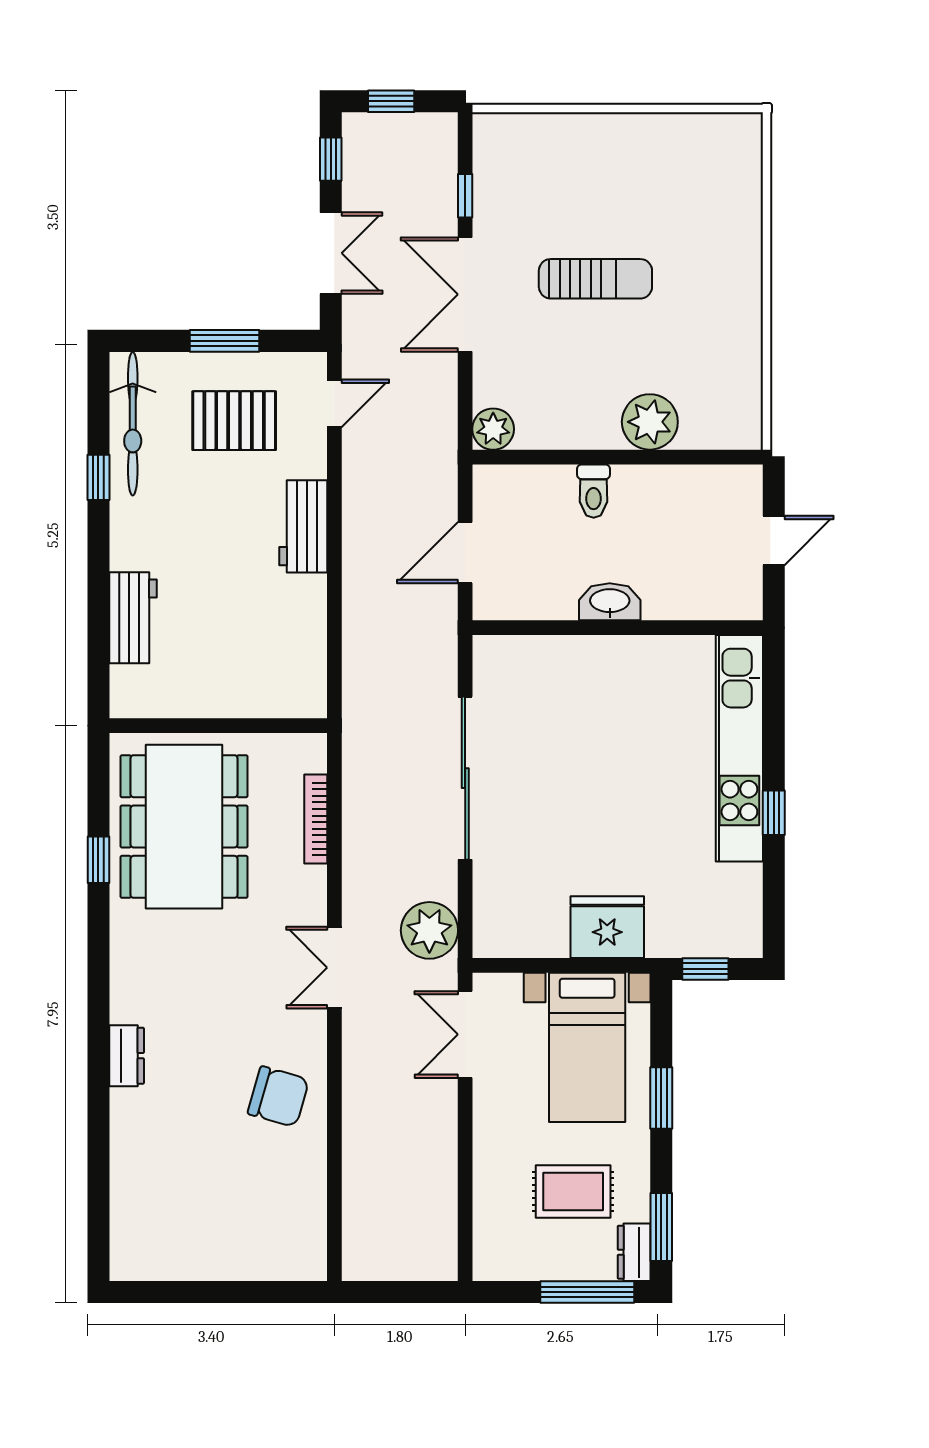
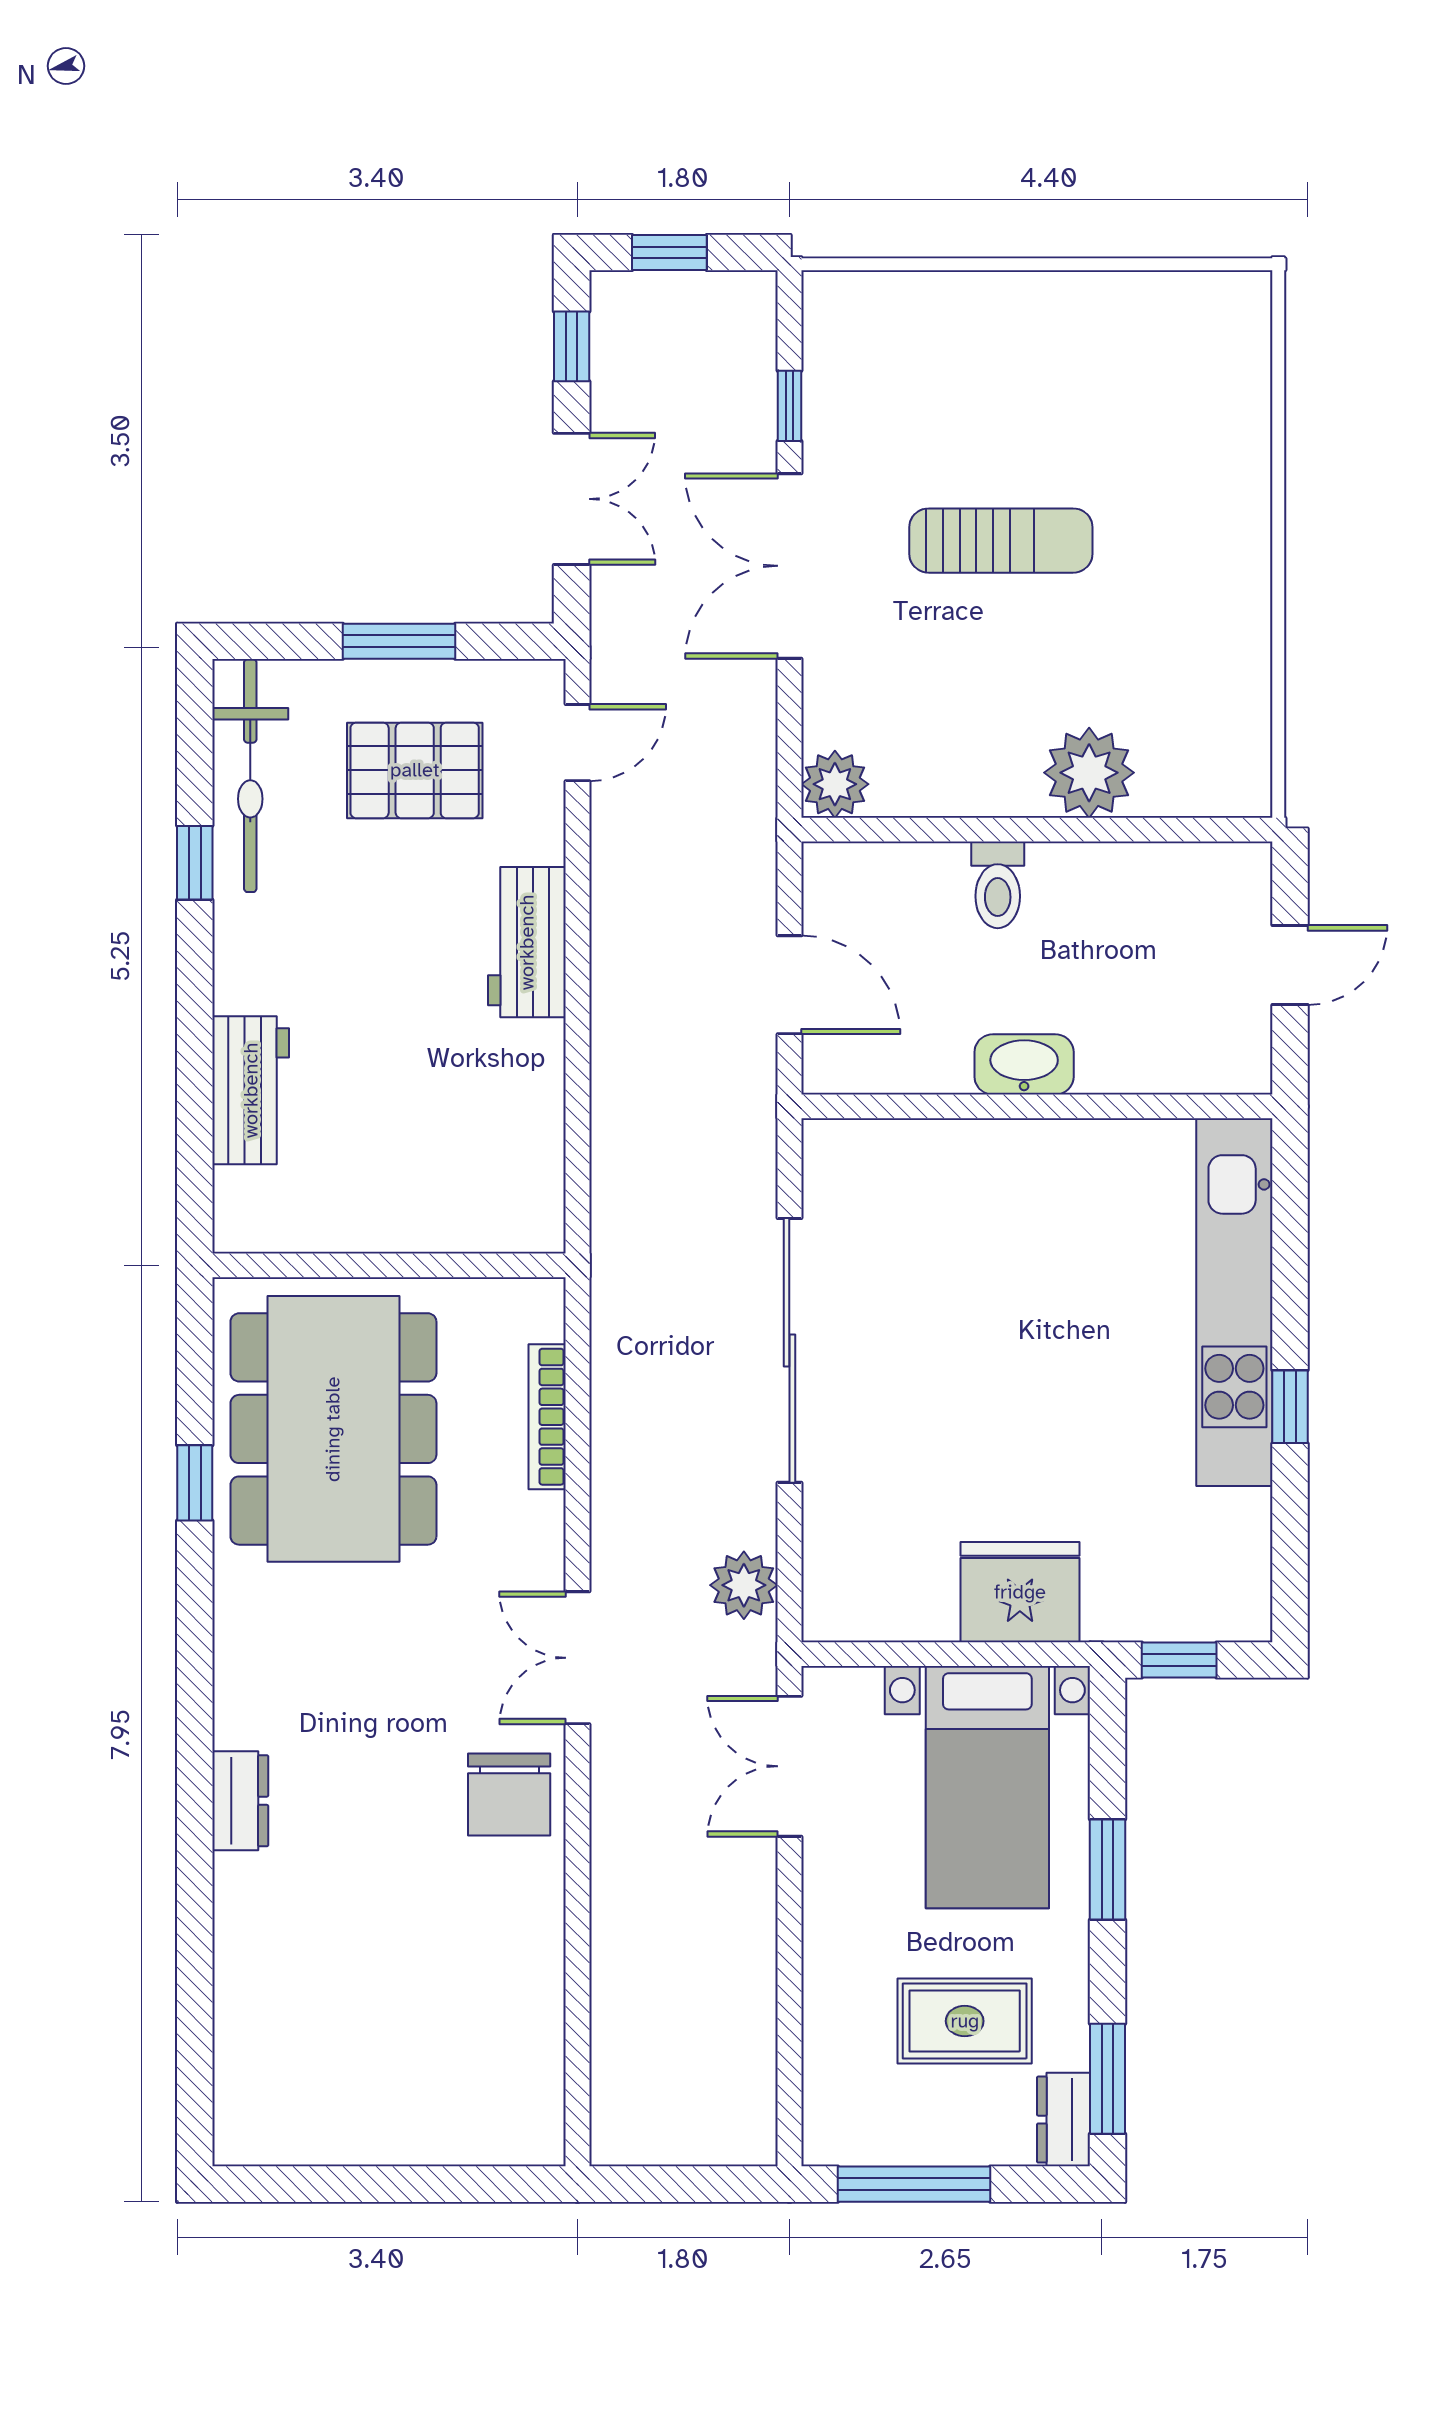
door: (465, 553) -> (789, 985), swing flipped
plant: (429, 930) -> (744, 1585), width x0.73, depth x0.73
chair: (278, 1097) -> (509, 1795), moved, turned 74
window: (587, 1292) -> (914, 2184), moved

